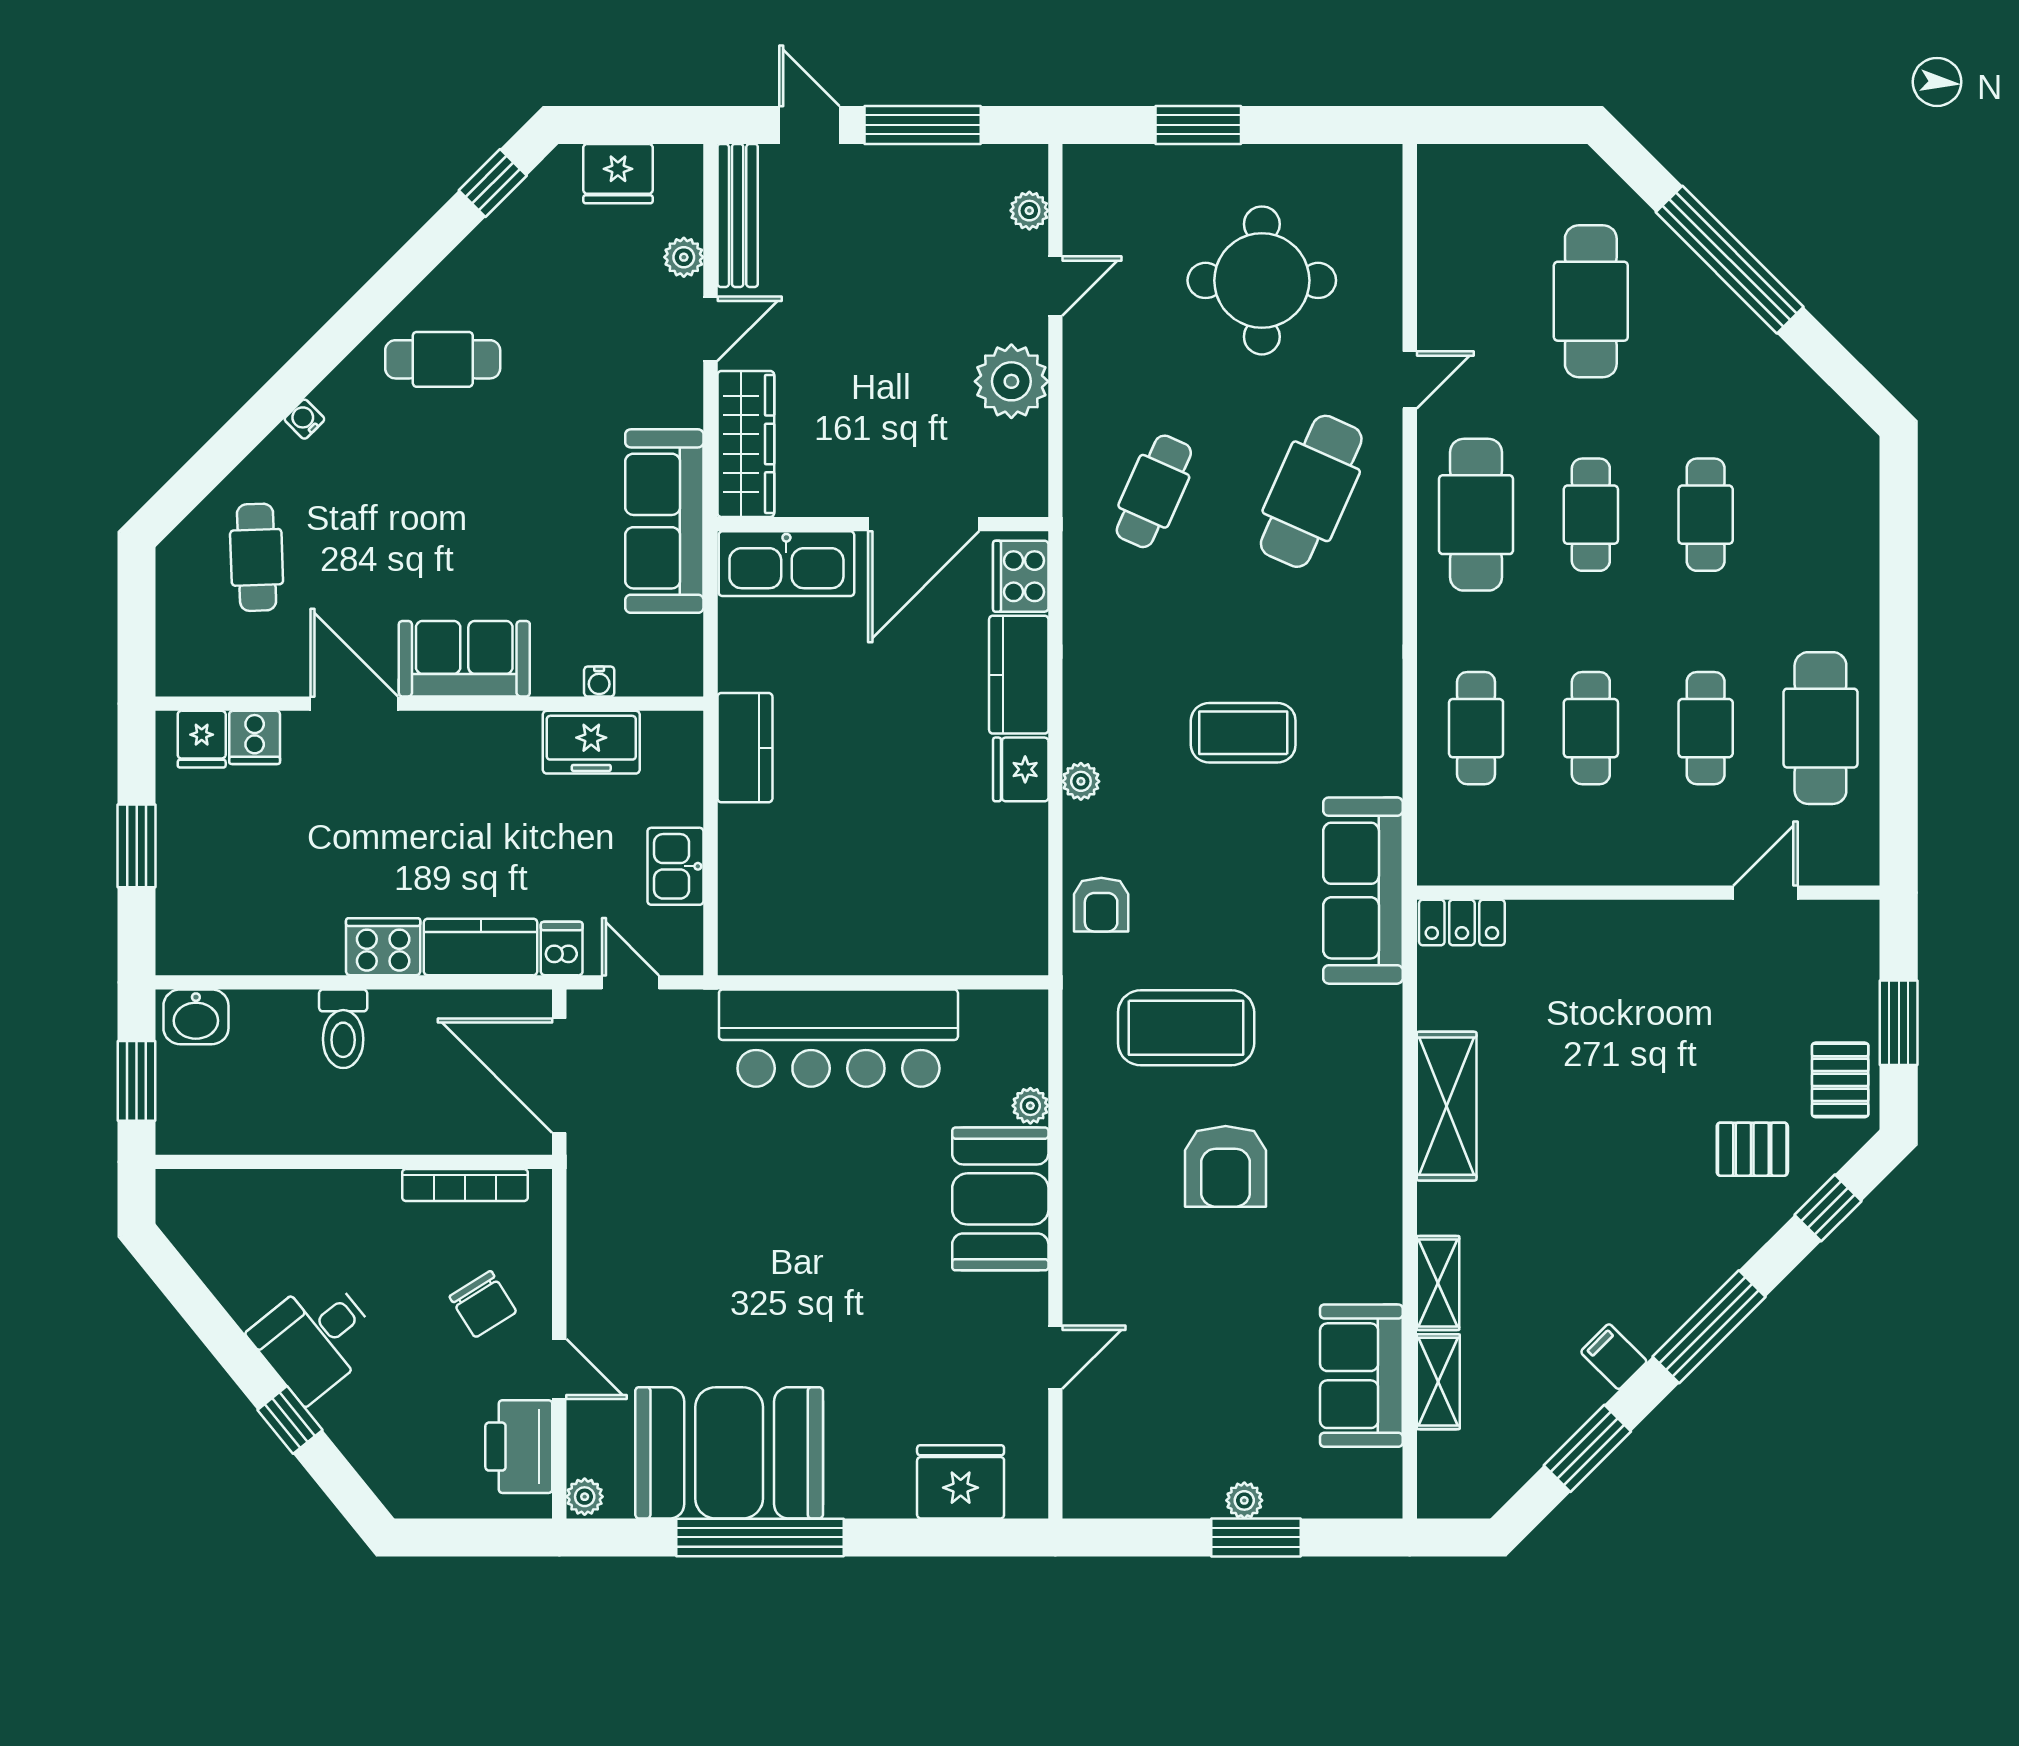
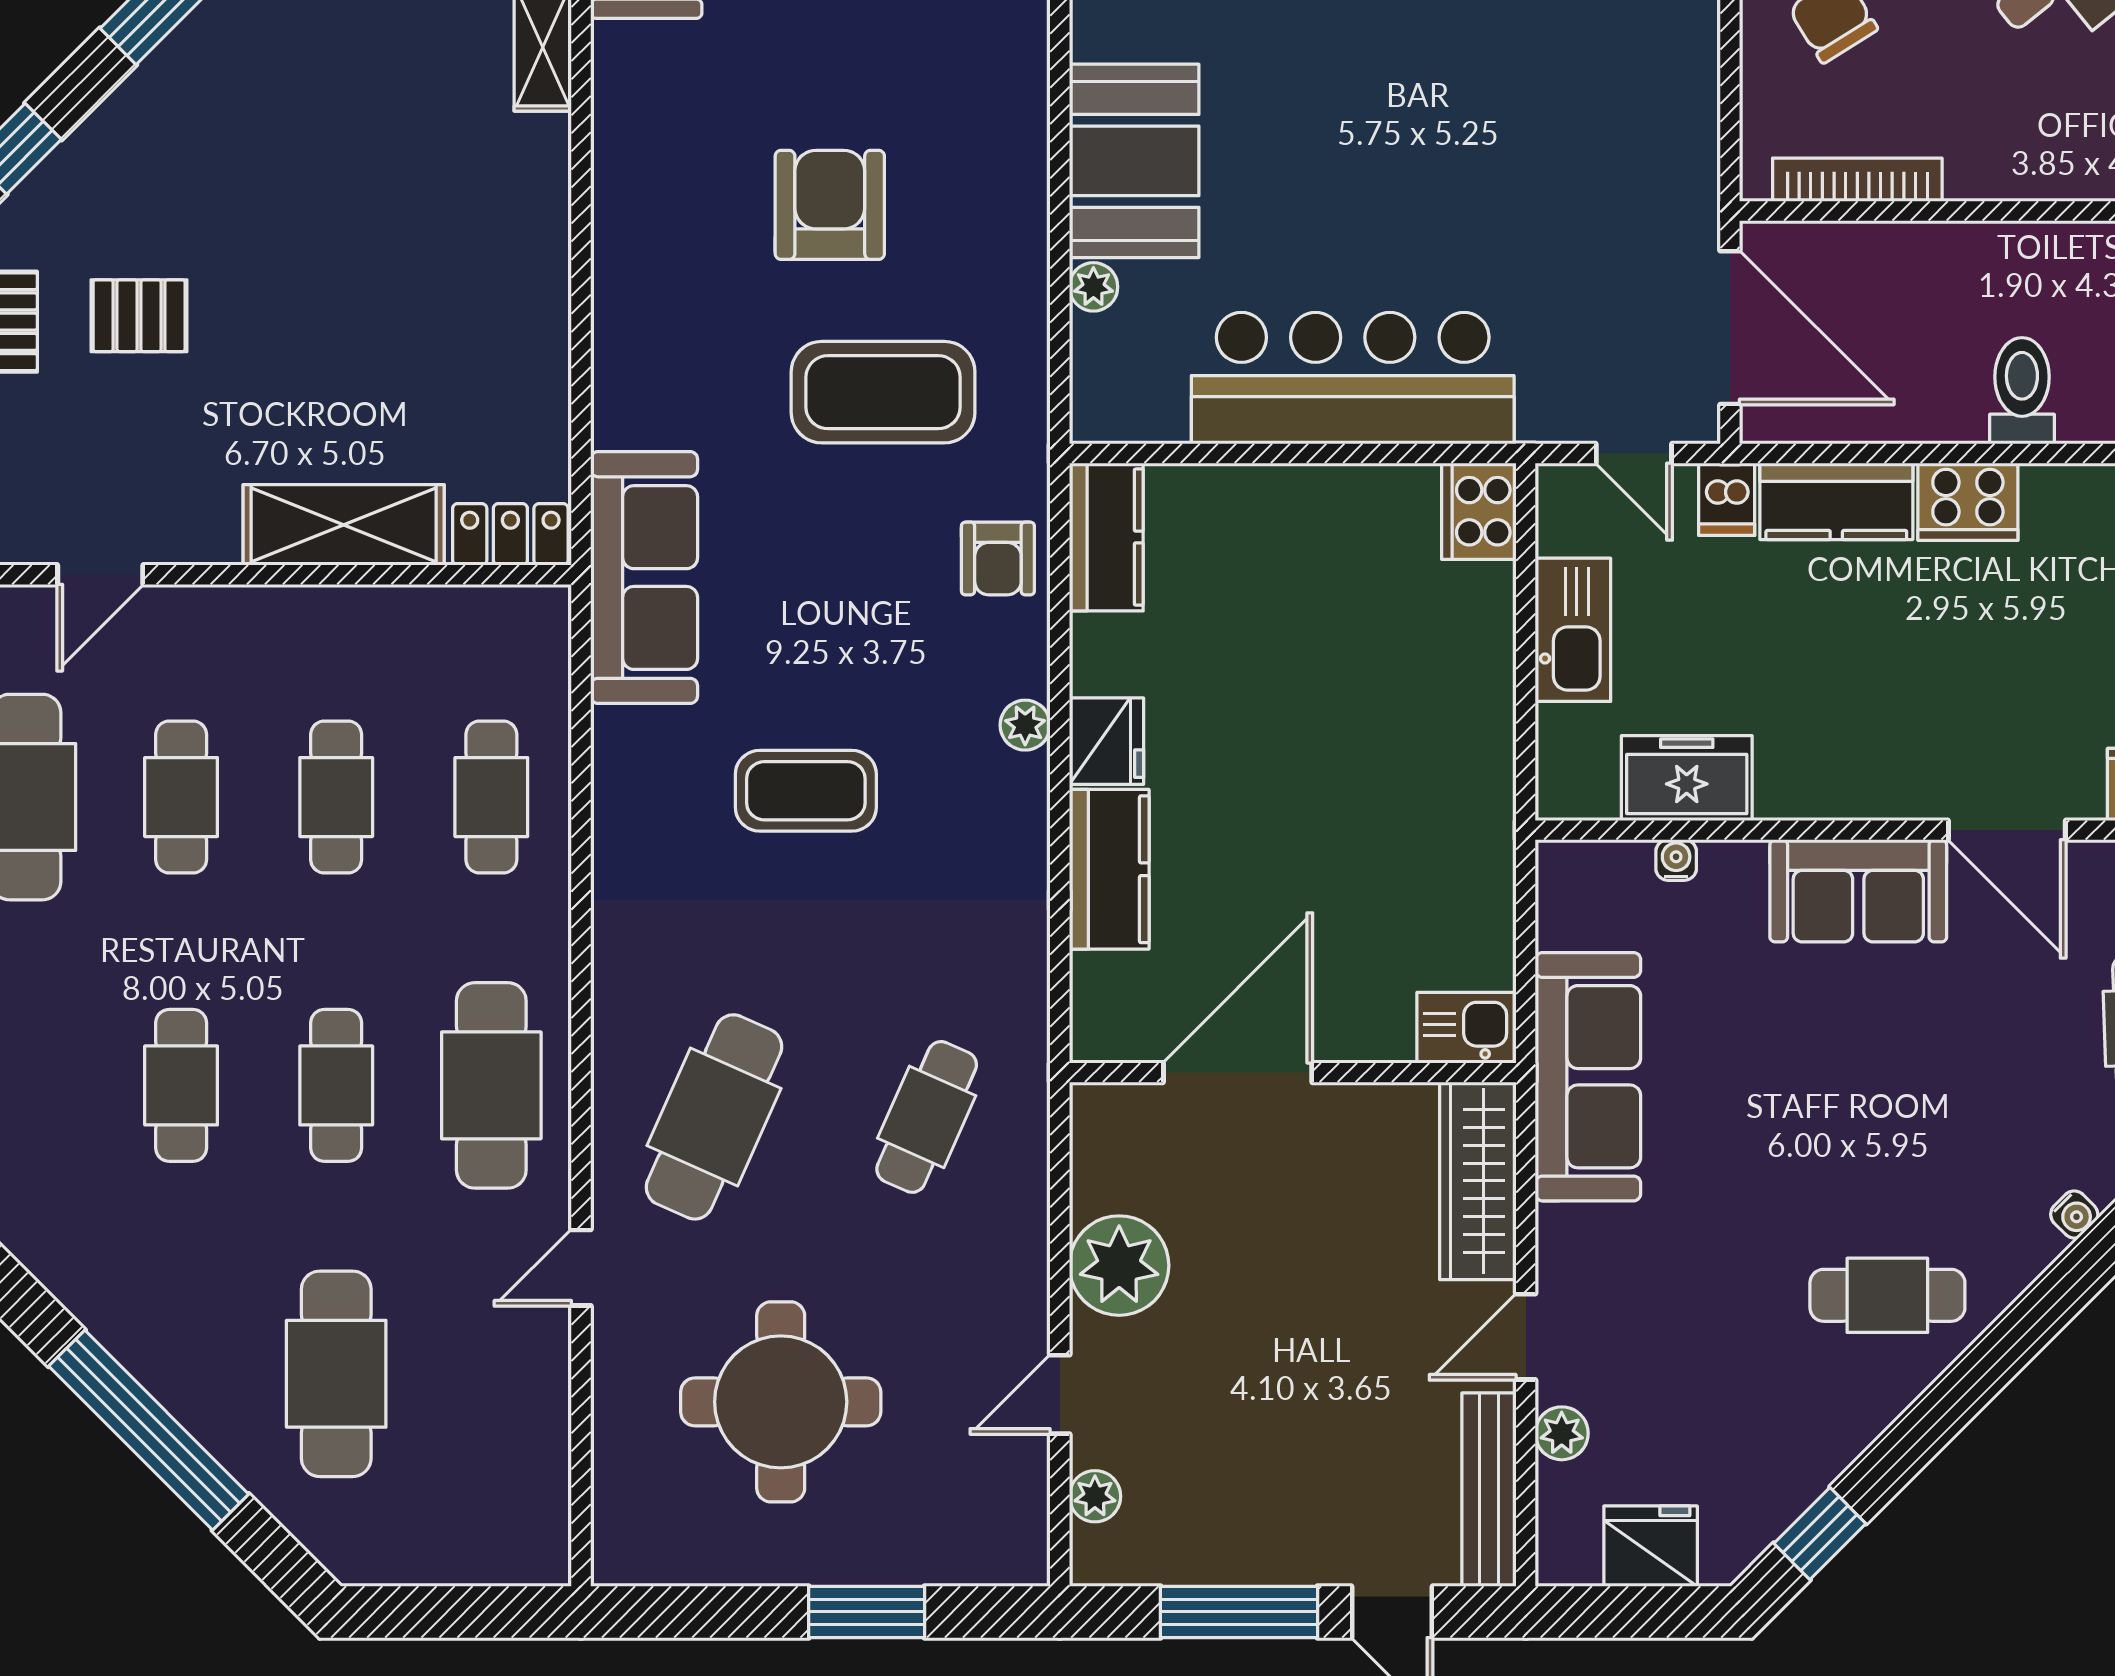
kitchen sink: (786, 564) -> (1466, 1028), width x0.53, depth x0.81
cooker: (1021, 576) -> (1479, 511), moved, turned 180
kitchen counter: (745, 748) -> (1106, 537), moved, turned 180
kitchen sink: (675, 866) -> (1573, 630), width x1.38
armchair: (1101, 905) -> (998, 558), turned 180
shelving: (1447, 1106) -> (344, 525), moved, turned 90
pallet: (1752, 1149) -> (139, 316), moved

